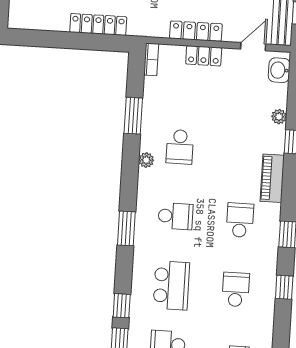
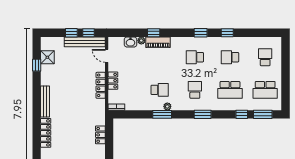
locker: (98, 24) -> (100, 135), width x0.66
washbasin: (279, 70) -> (130, 42), moved
window: (133, 116) -> (162, 114), moved
piano: (272, 178) -> (158, 42), moved
school desk: (171, 285) -> (230, 90), turned 180

